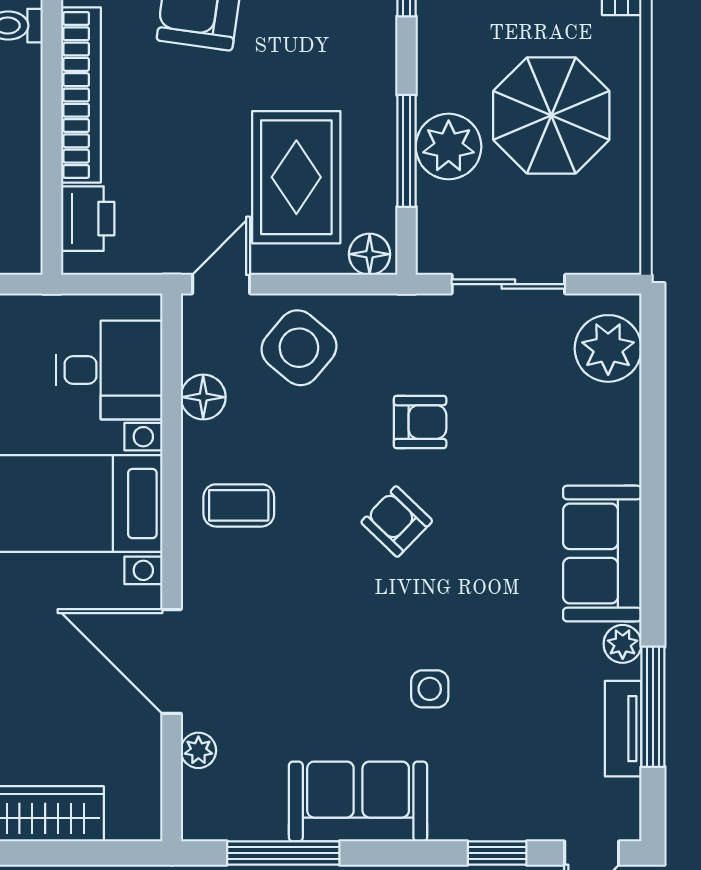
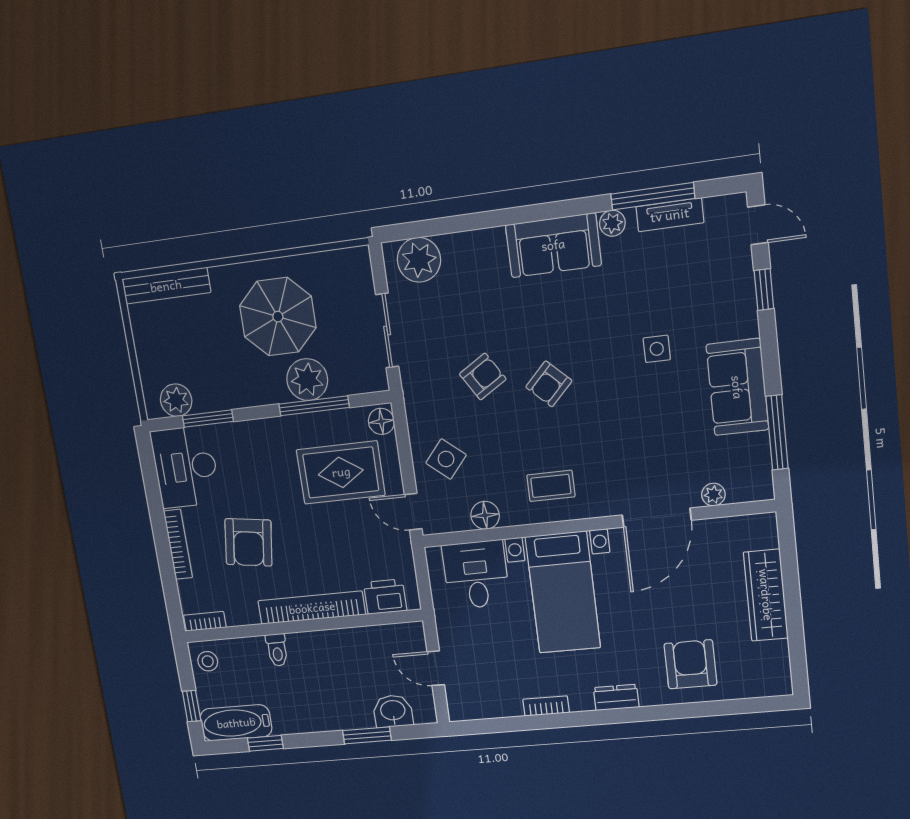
side table: (299, 348) -> (446, 459), width x0.73, depth x0.73
armchair: (420, 422) -> (483, 377), turned 58
coffee table: (239, 505) -> (551, 486), turned 90

